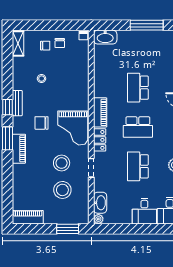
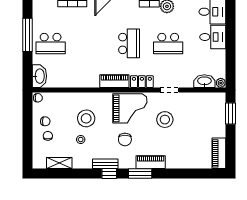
shelving: (18, 43) -> (59, 163), moved
school desk: (138, 88) -> (51, 43), moved
stool: (62, 190) -> (86, 118), moved

